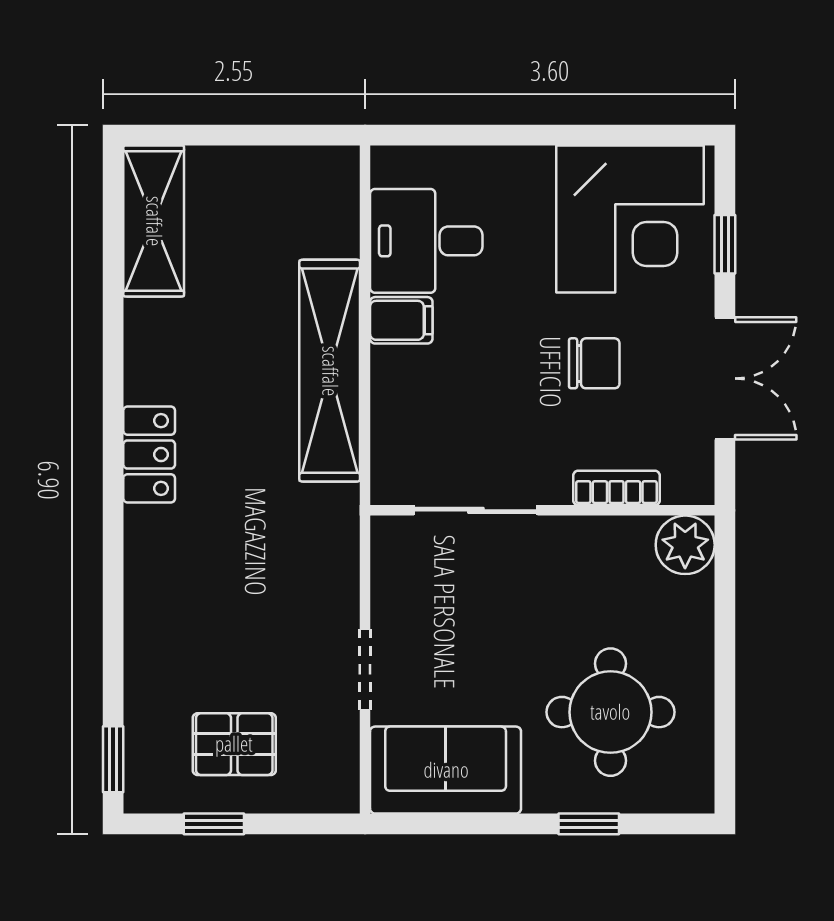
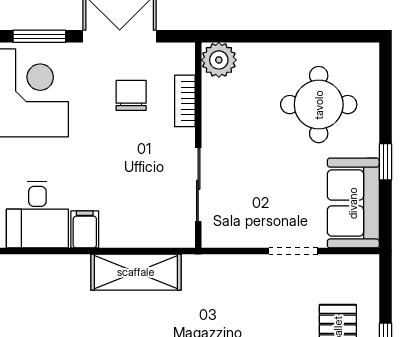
window: (725, 244) -> (39, 36), width x1.50
chair: (594, 363) -> (131, 95), moved
shelving: (330, 371) -> (136, 272), width x0.68
window: (589, 824) -> (385, 162), moved

